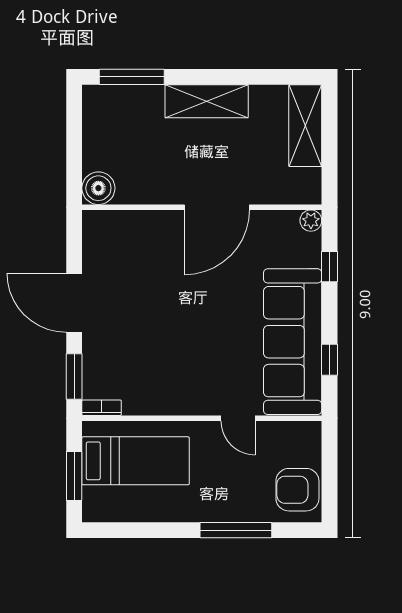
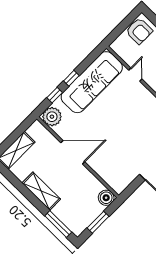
window: (74, 139) -> (98, 222), added
plant: (311, 221) -> (52, 117), width x1.88, depth x1.88
window: (329, 360) -> (71, 78), moved

